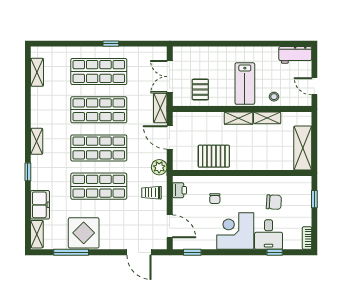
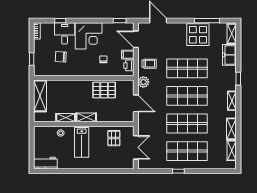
lab bench: (245, 84) -> (82, 142), turned 180
door: (314, 86) -> (32, 140), removed
shelving: (160, 108) -> (231, 129), moved
filing cabinet: (181, 205) -> (128, 55), added

